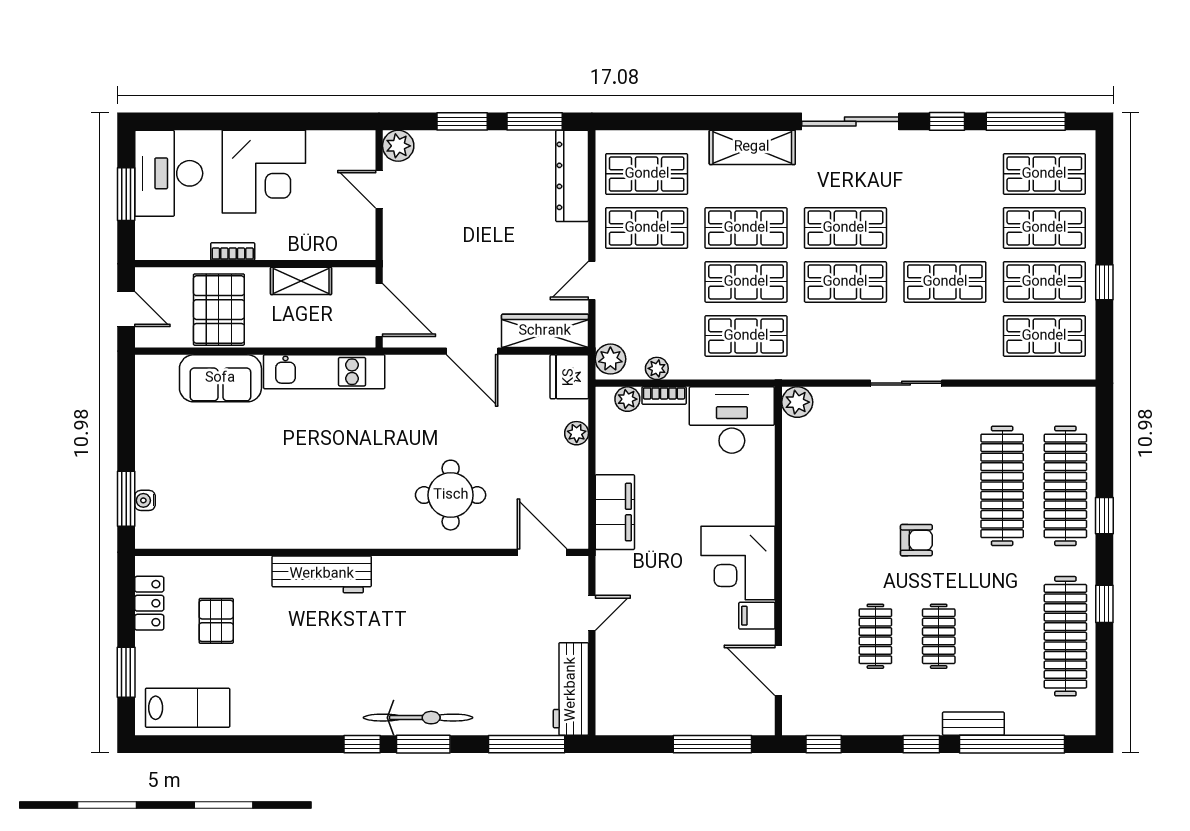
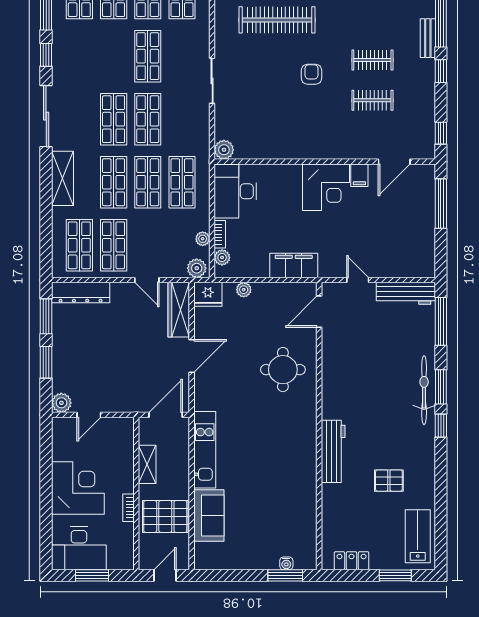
pallet: (216, 621) -> (389, 481), moved

